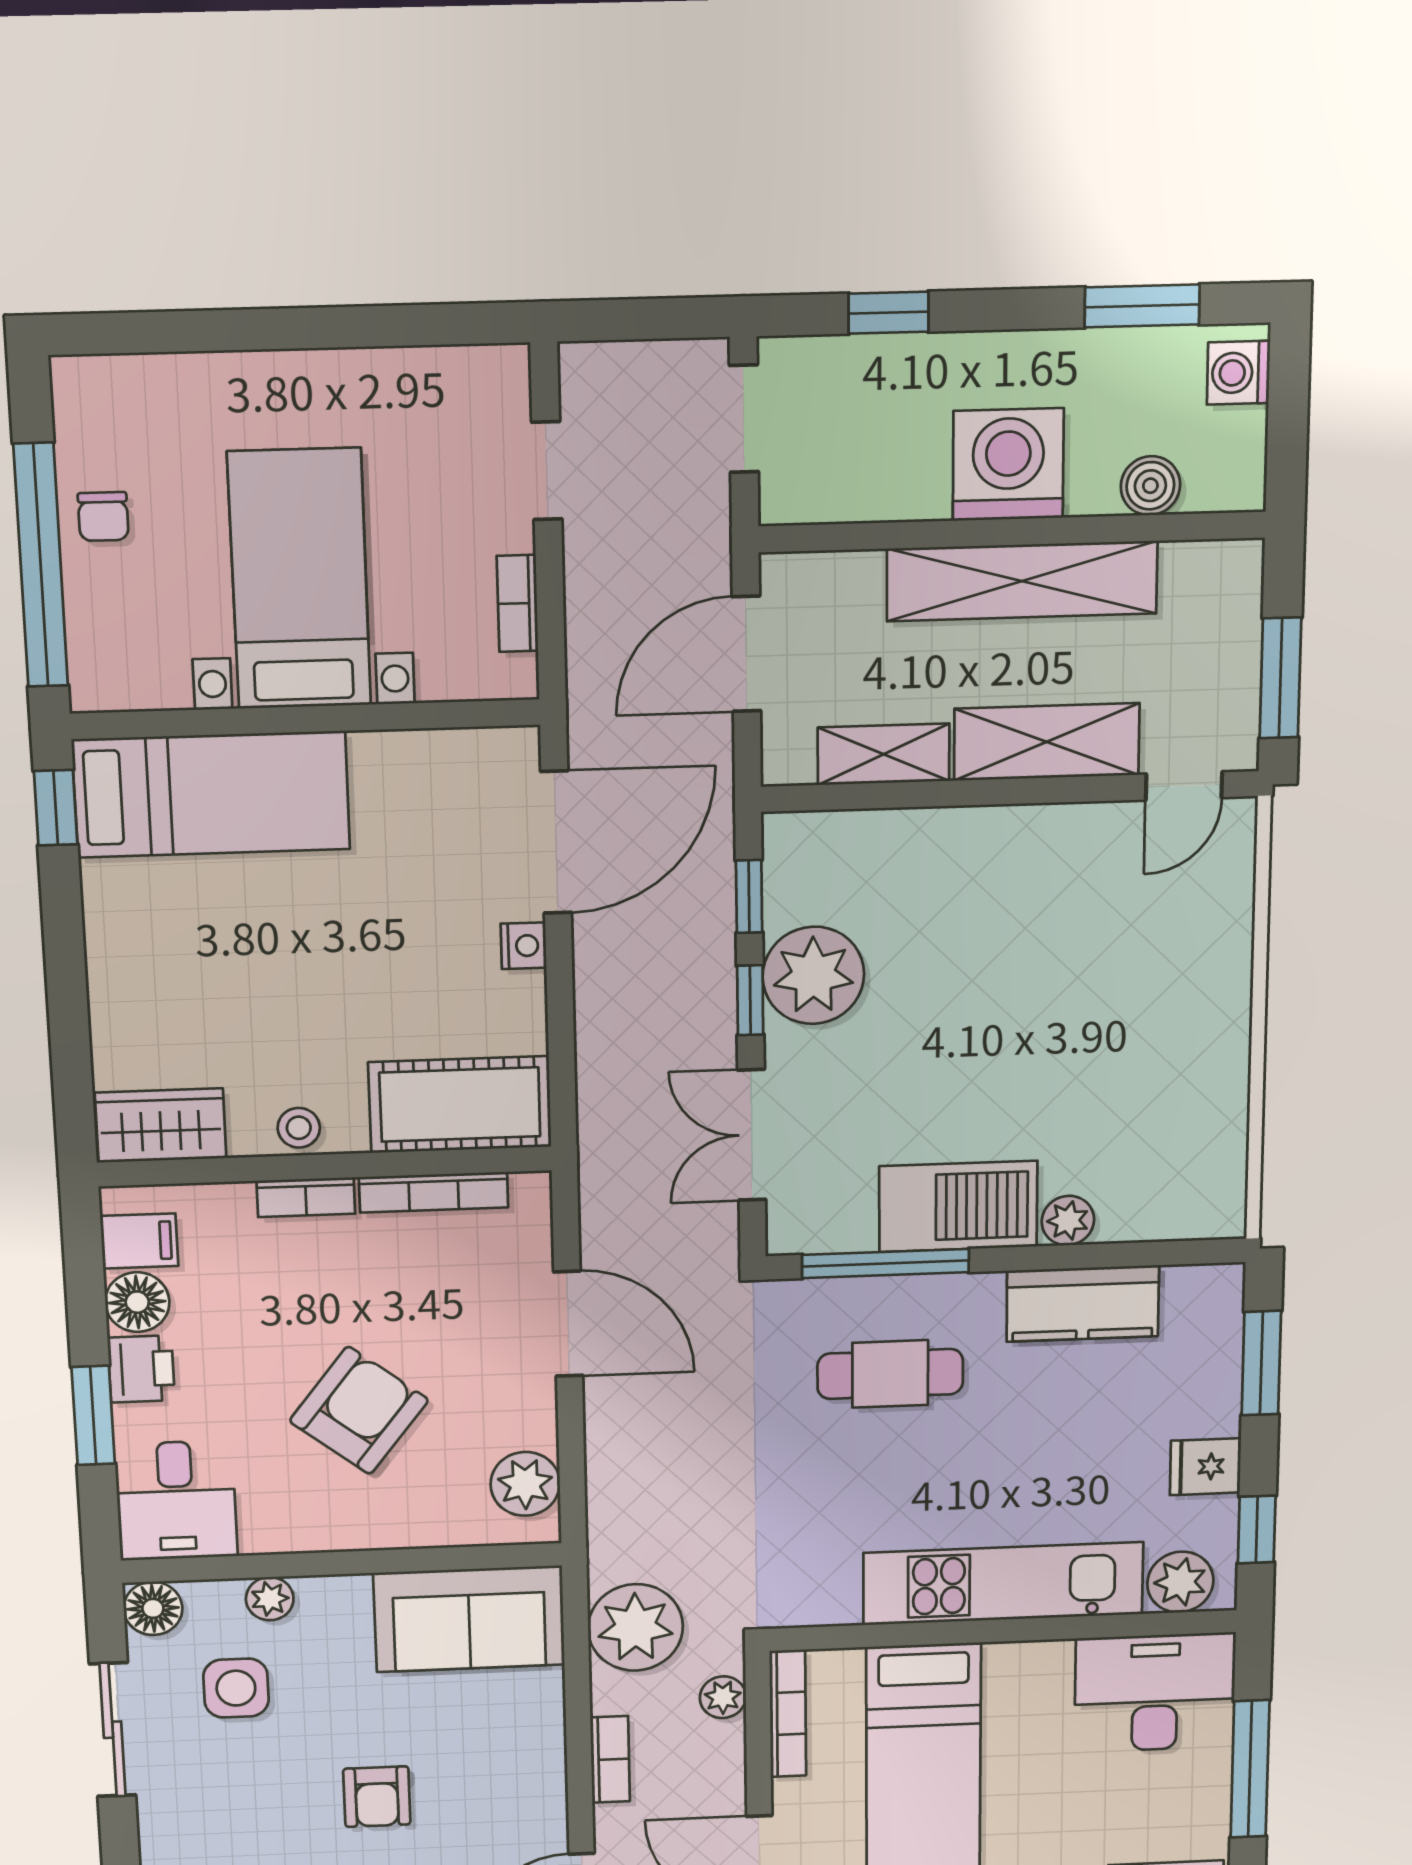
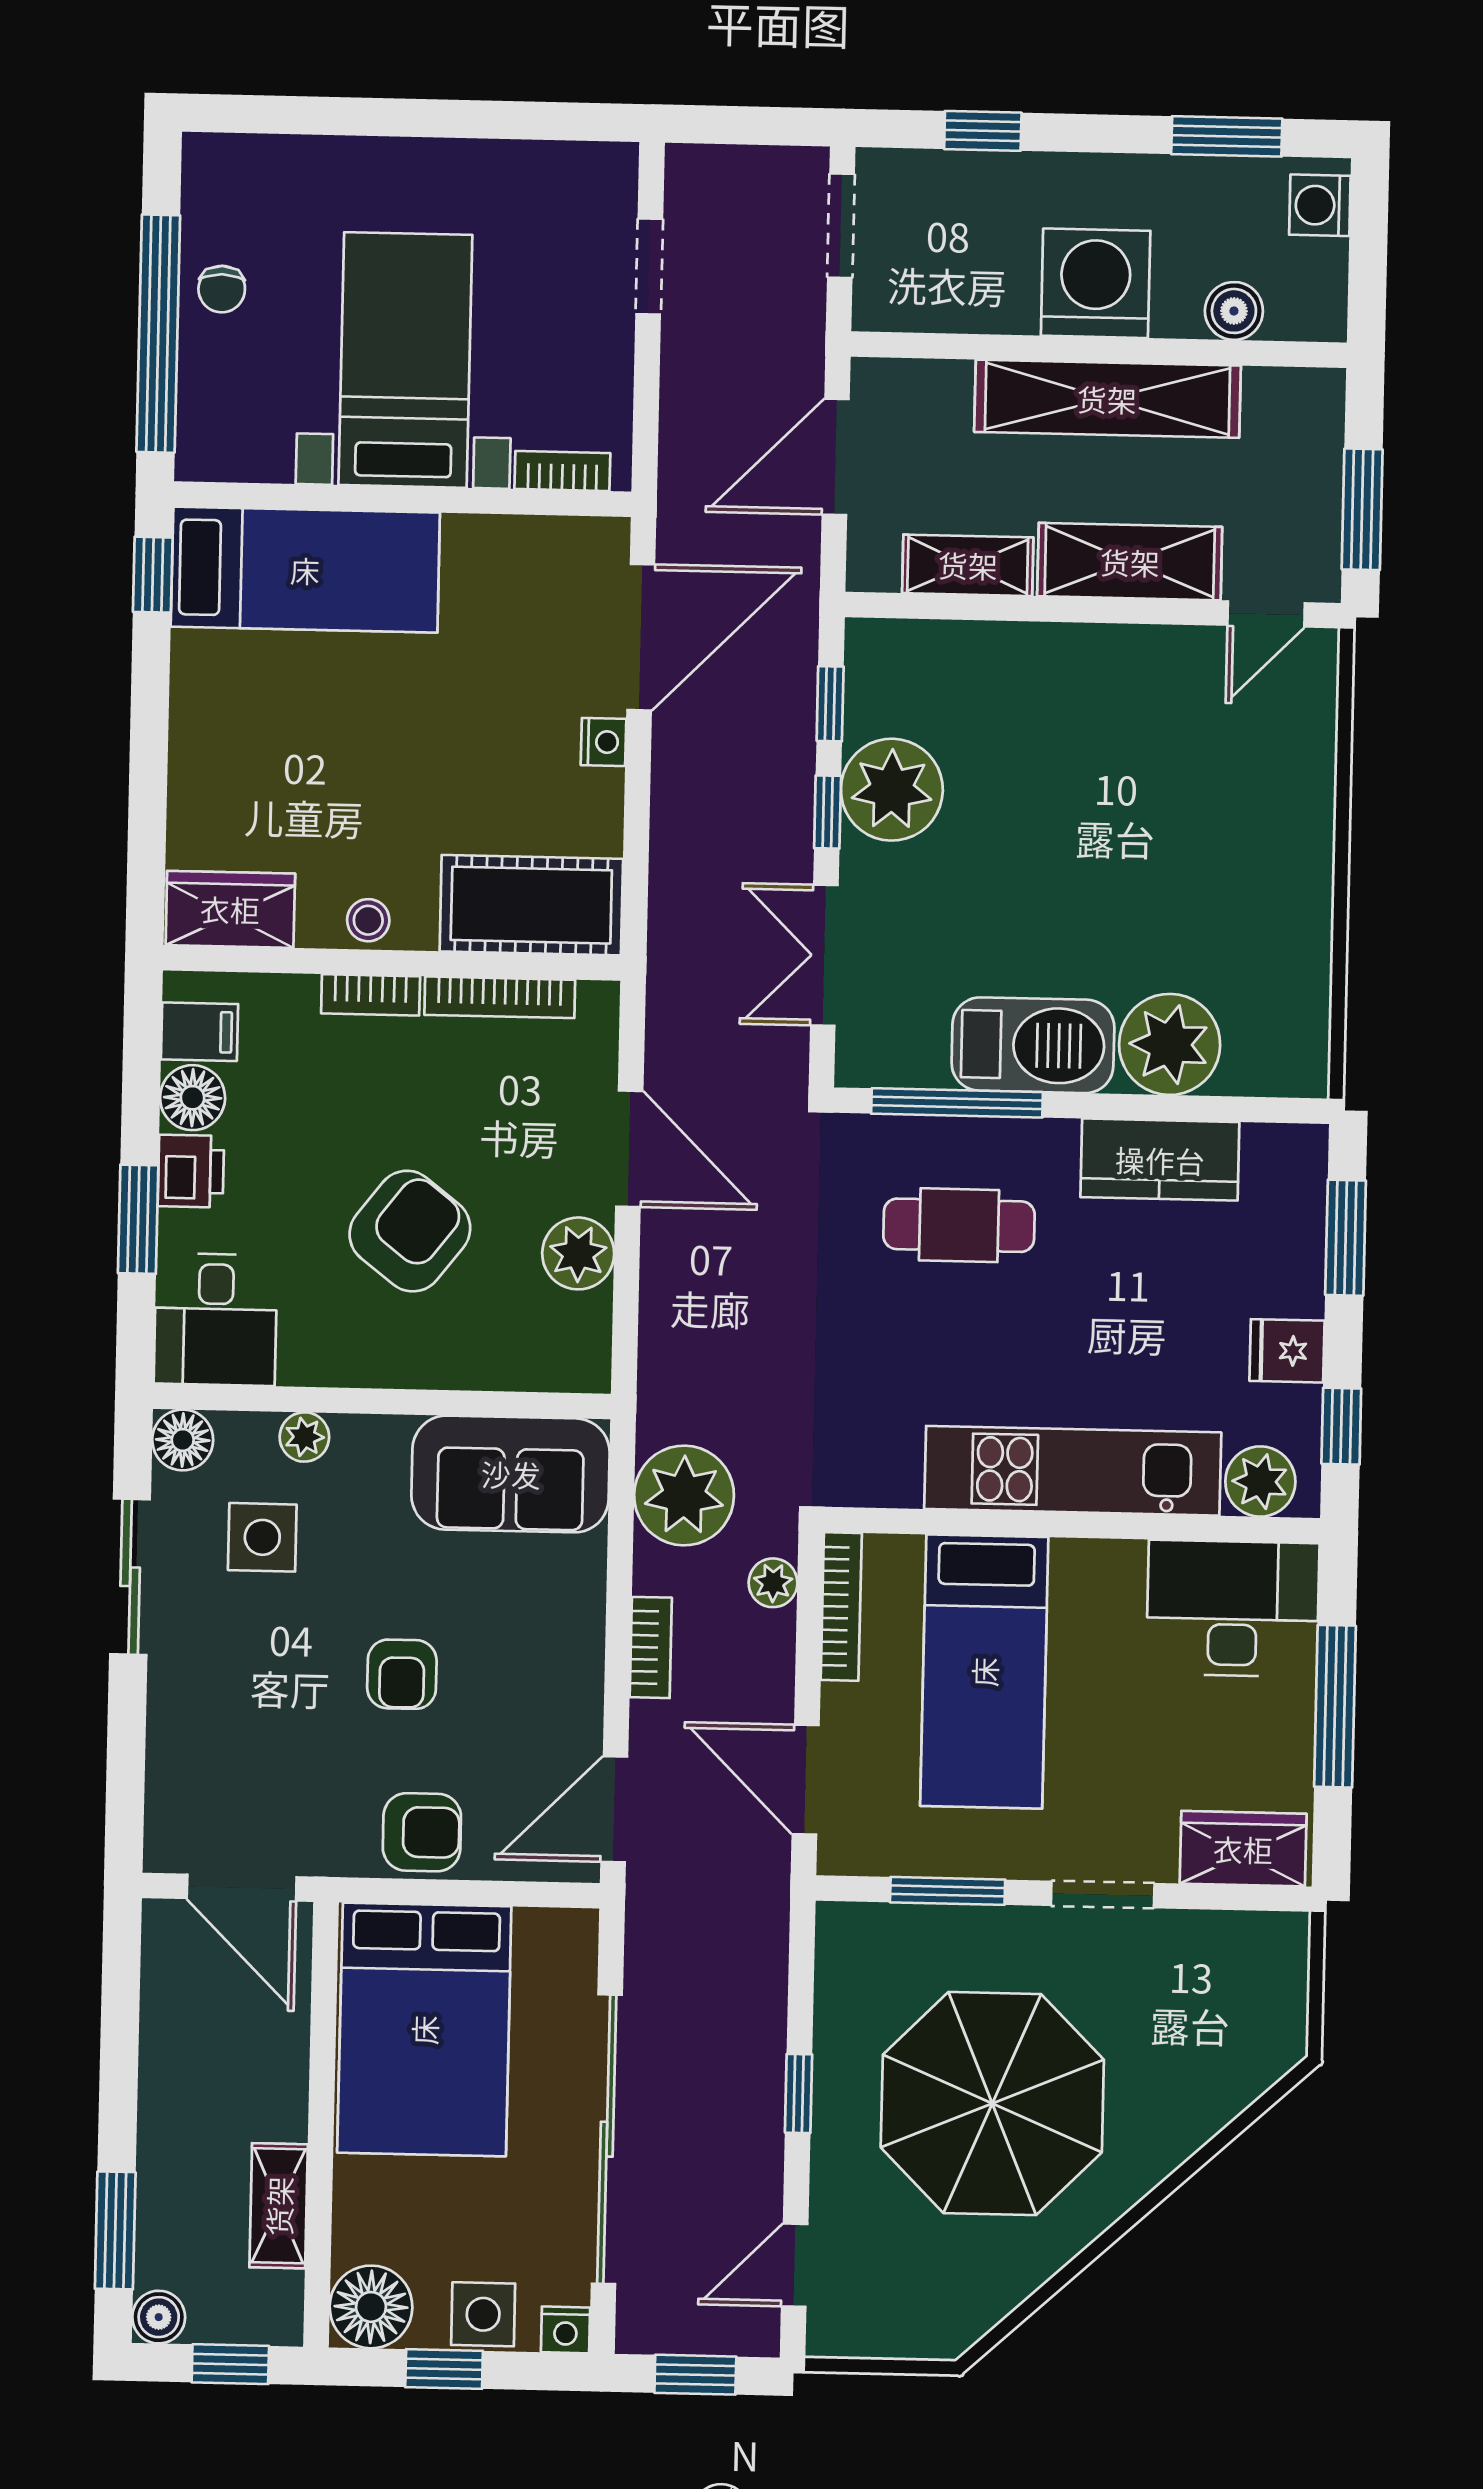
bookcase: (517, 603) -> (562, 471), moved, turned 90
plant: (1068, 1221) -> (1170, 1044), width x1.88, depth x1.88
plant: (525, 1484) -> (578, 1253), moved

